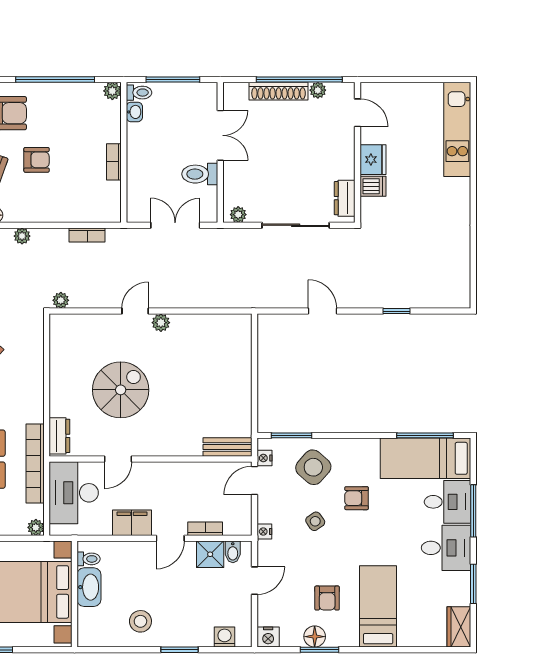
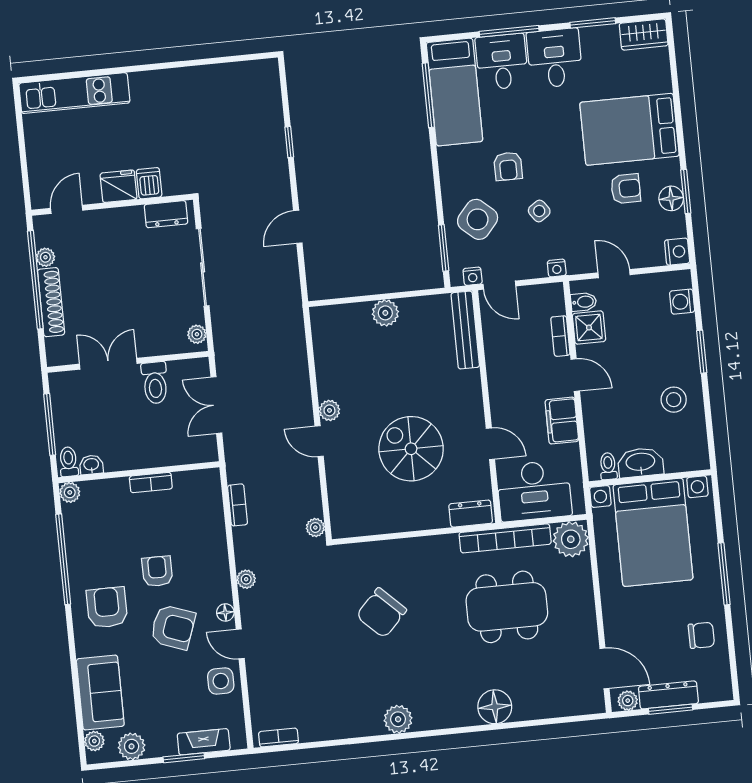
plant: (240, 379) -> (385, 313), added
bench: (228, 447) -> (465, 330), width x1.36
plant: (36, 527) -> (571, 539), width x1.87, depth x1.87
bed: (378, 606) -> (629, 129), width x1.50

